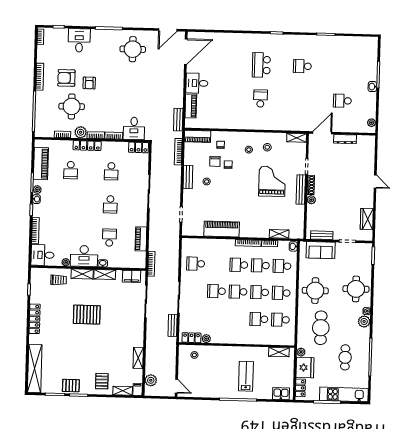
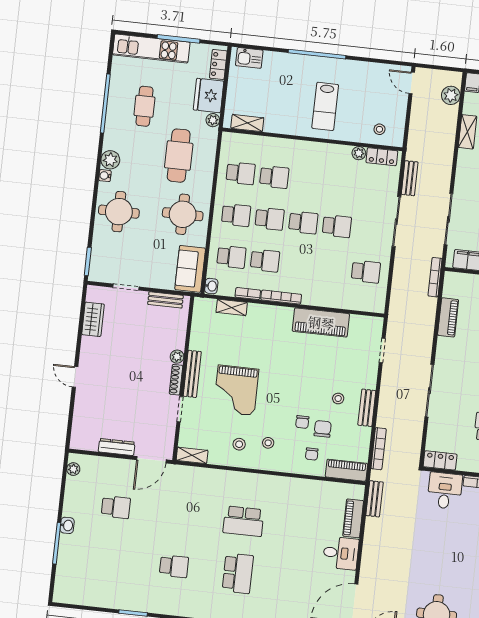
school desk: (260, 98) -> (243, 521), width x1.85
sofa: (321, 250) -> (190, 269), moved, turned -90
school desk: (239, 265) -> (299, 264), removed
lab bench: (246, 376) -> (325, 106), moved

